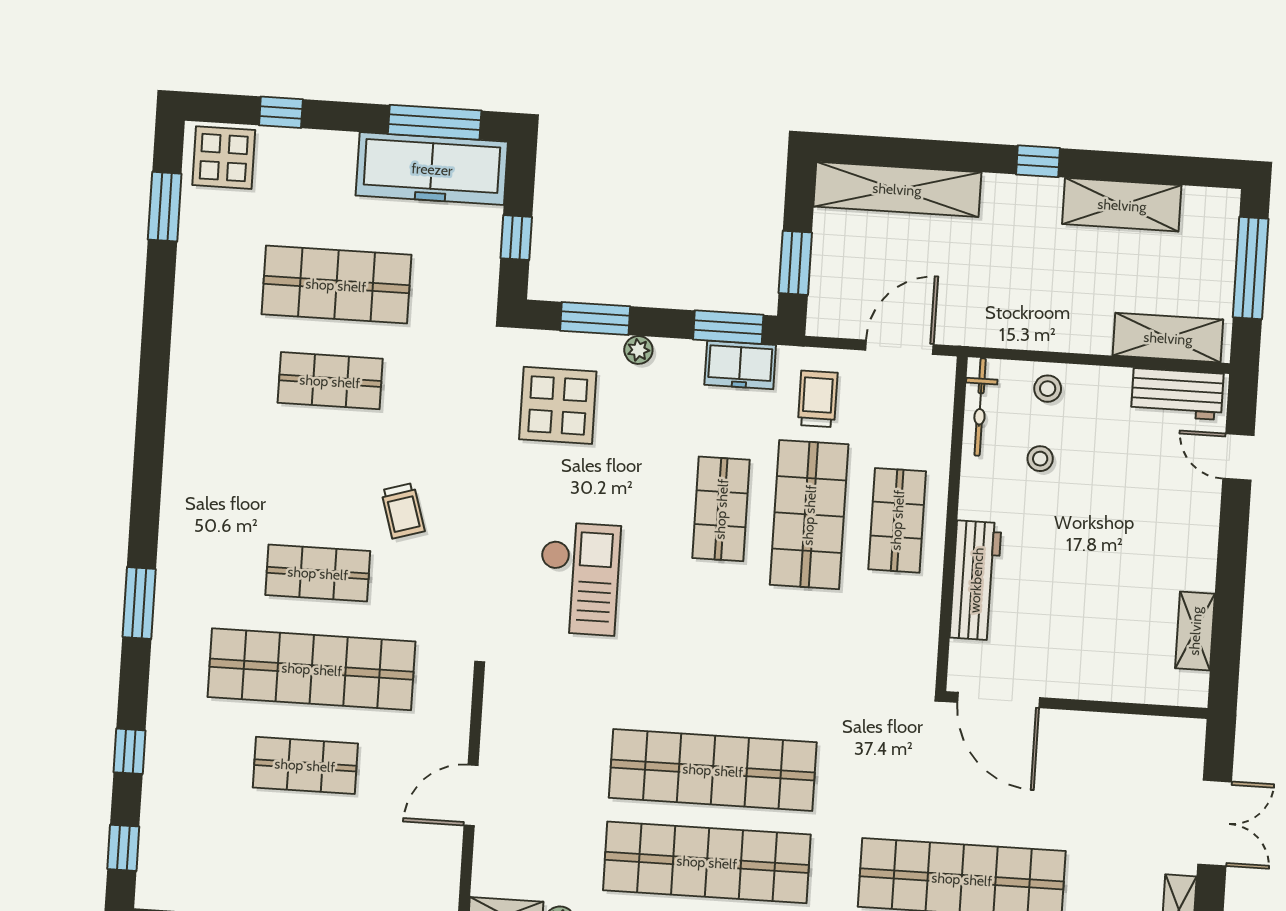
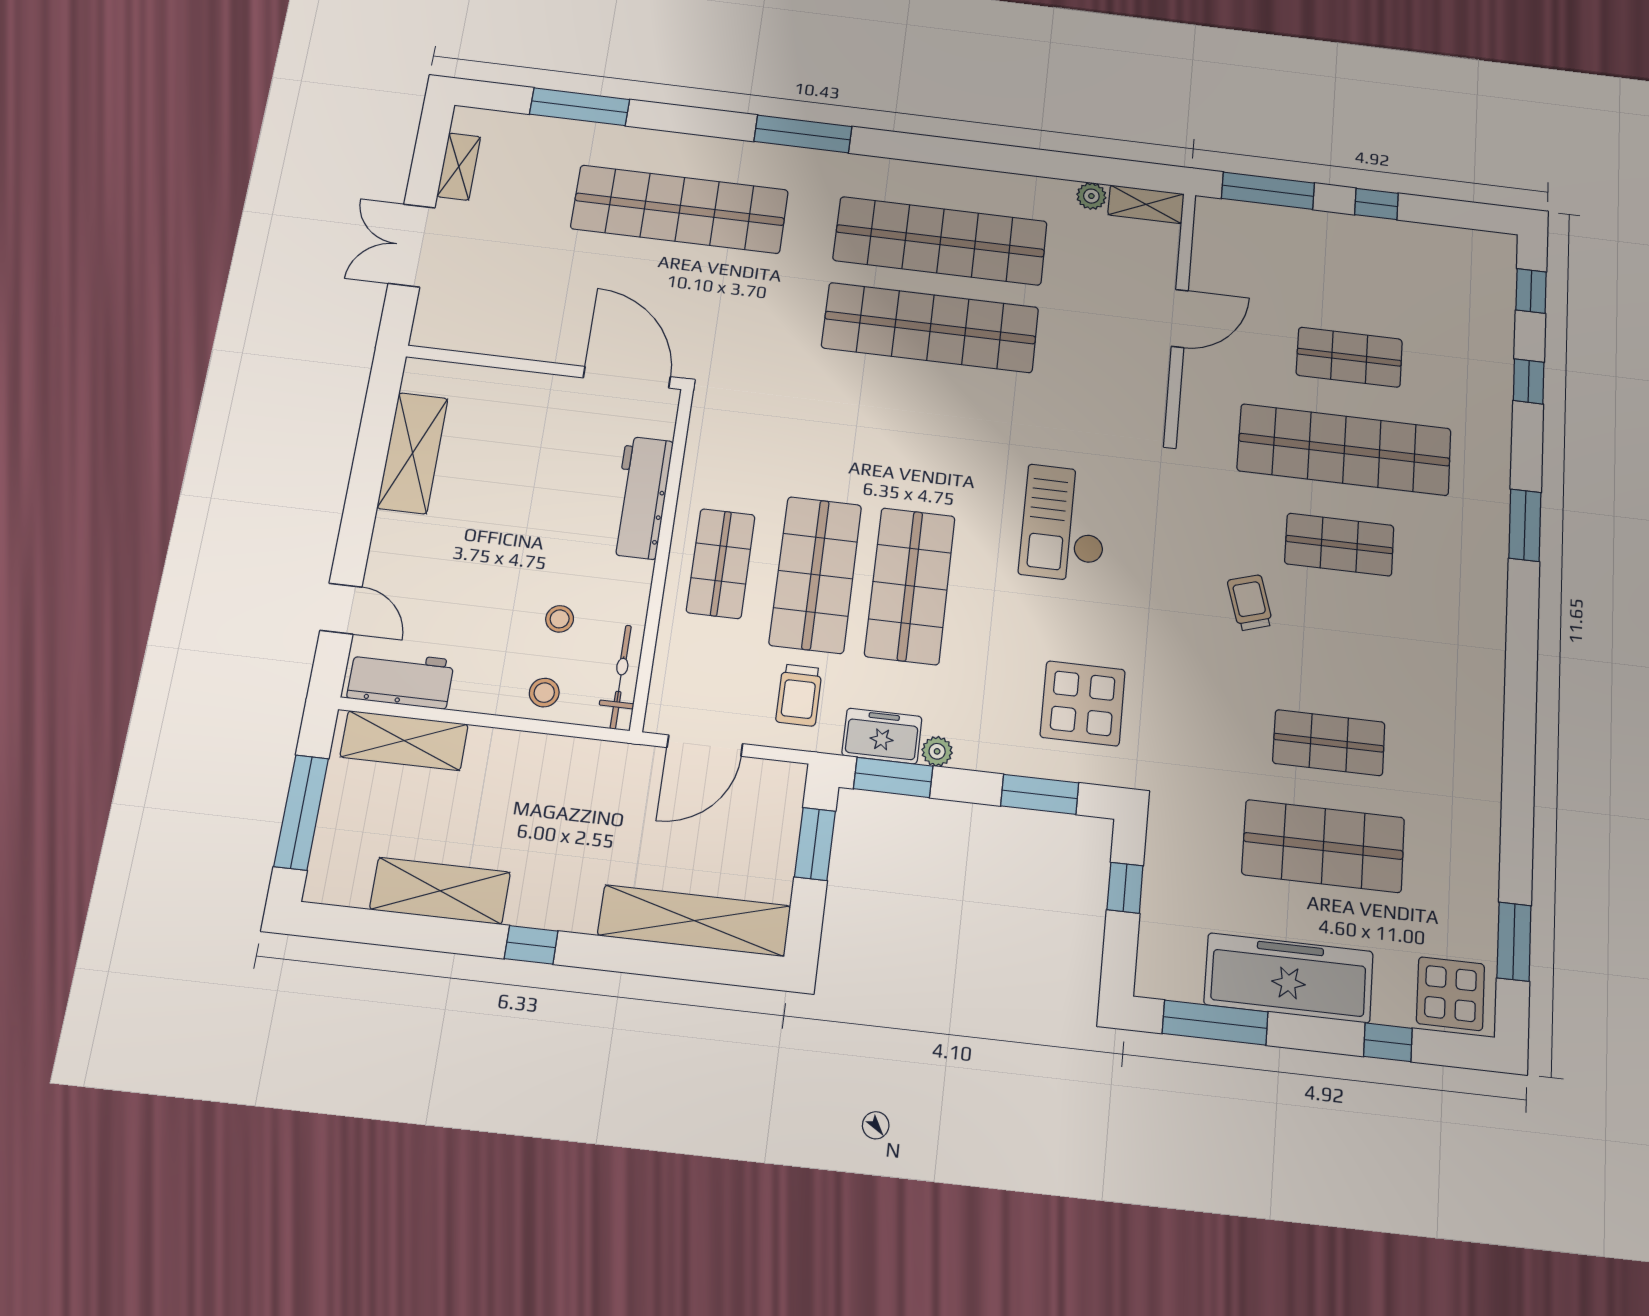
freezer: (432, 169) -> (1289, 978), moved
plant: (638, 350) -> (937, 751), moved
shop shelf: (721, 509) -> (910, 586), width x1.43, depth x1.36
shelving: (1195, 631) -> (413, 453), width x1.50, depth x1.33

